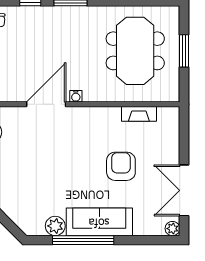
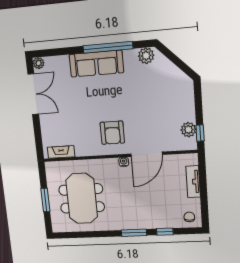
fireplace: (139, 114) -> (61, 152), moved
armchair: (121, 166) -> (112, 133), moved
plant: (55, 226) -> (146, 56), moved

